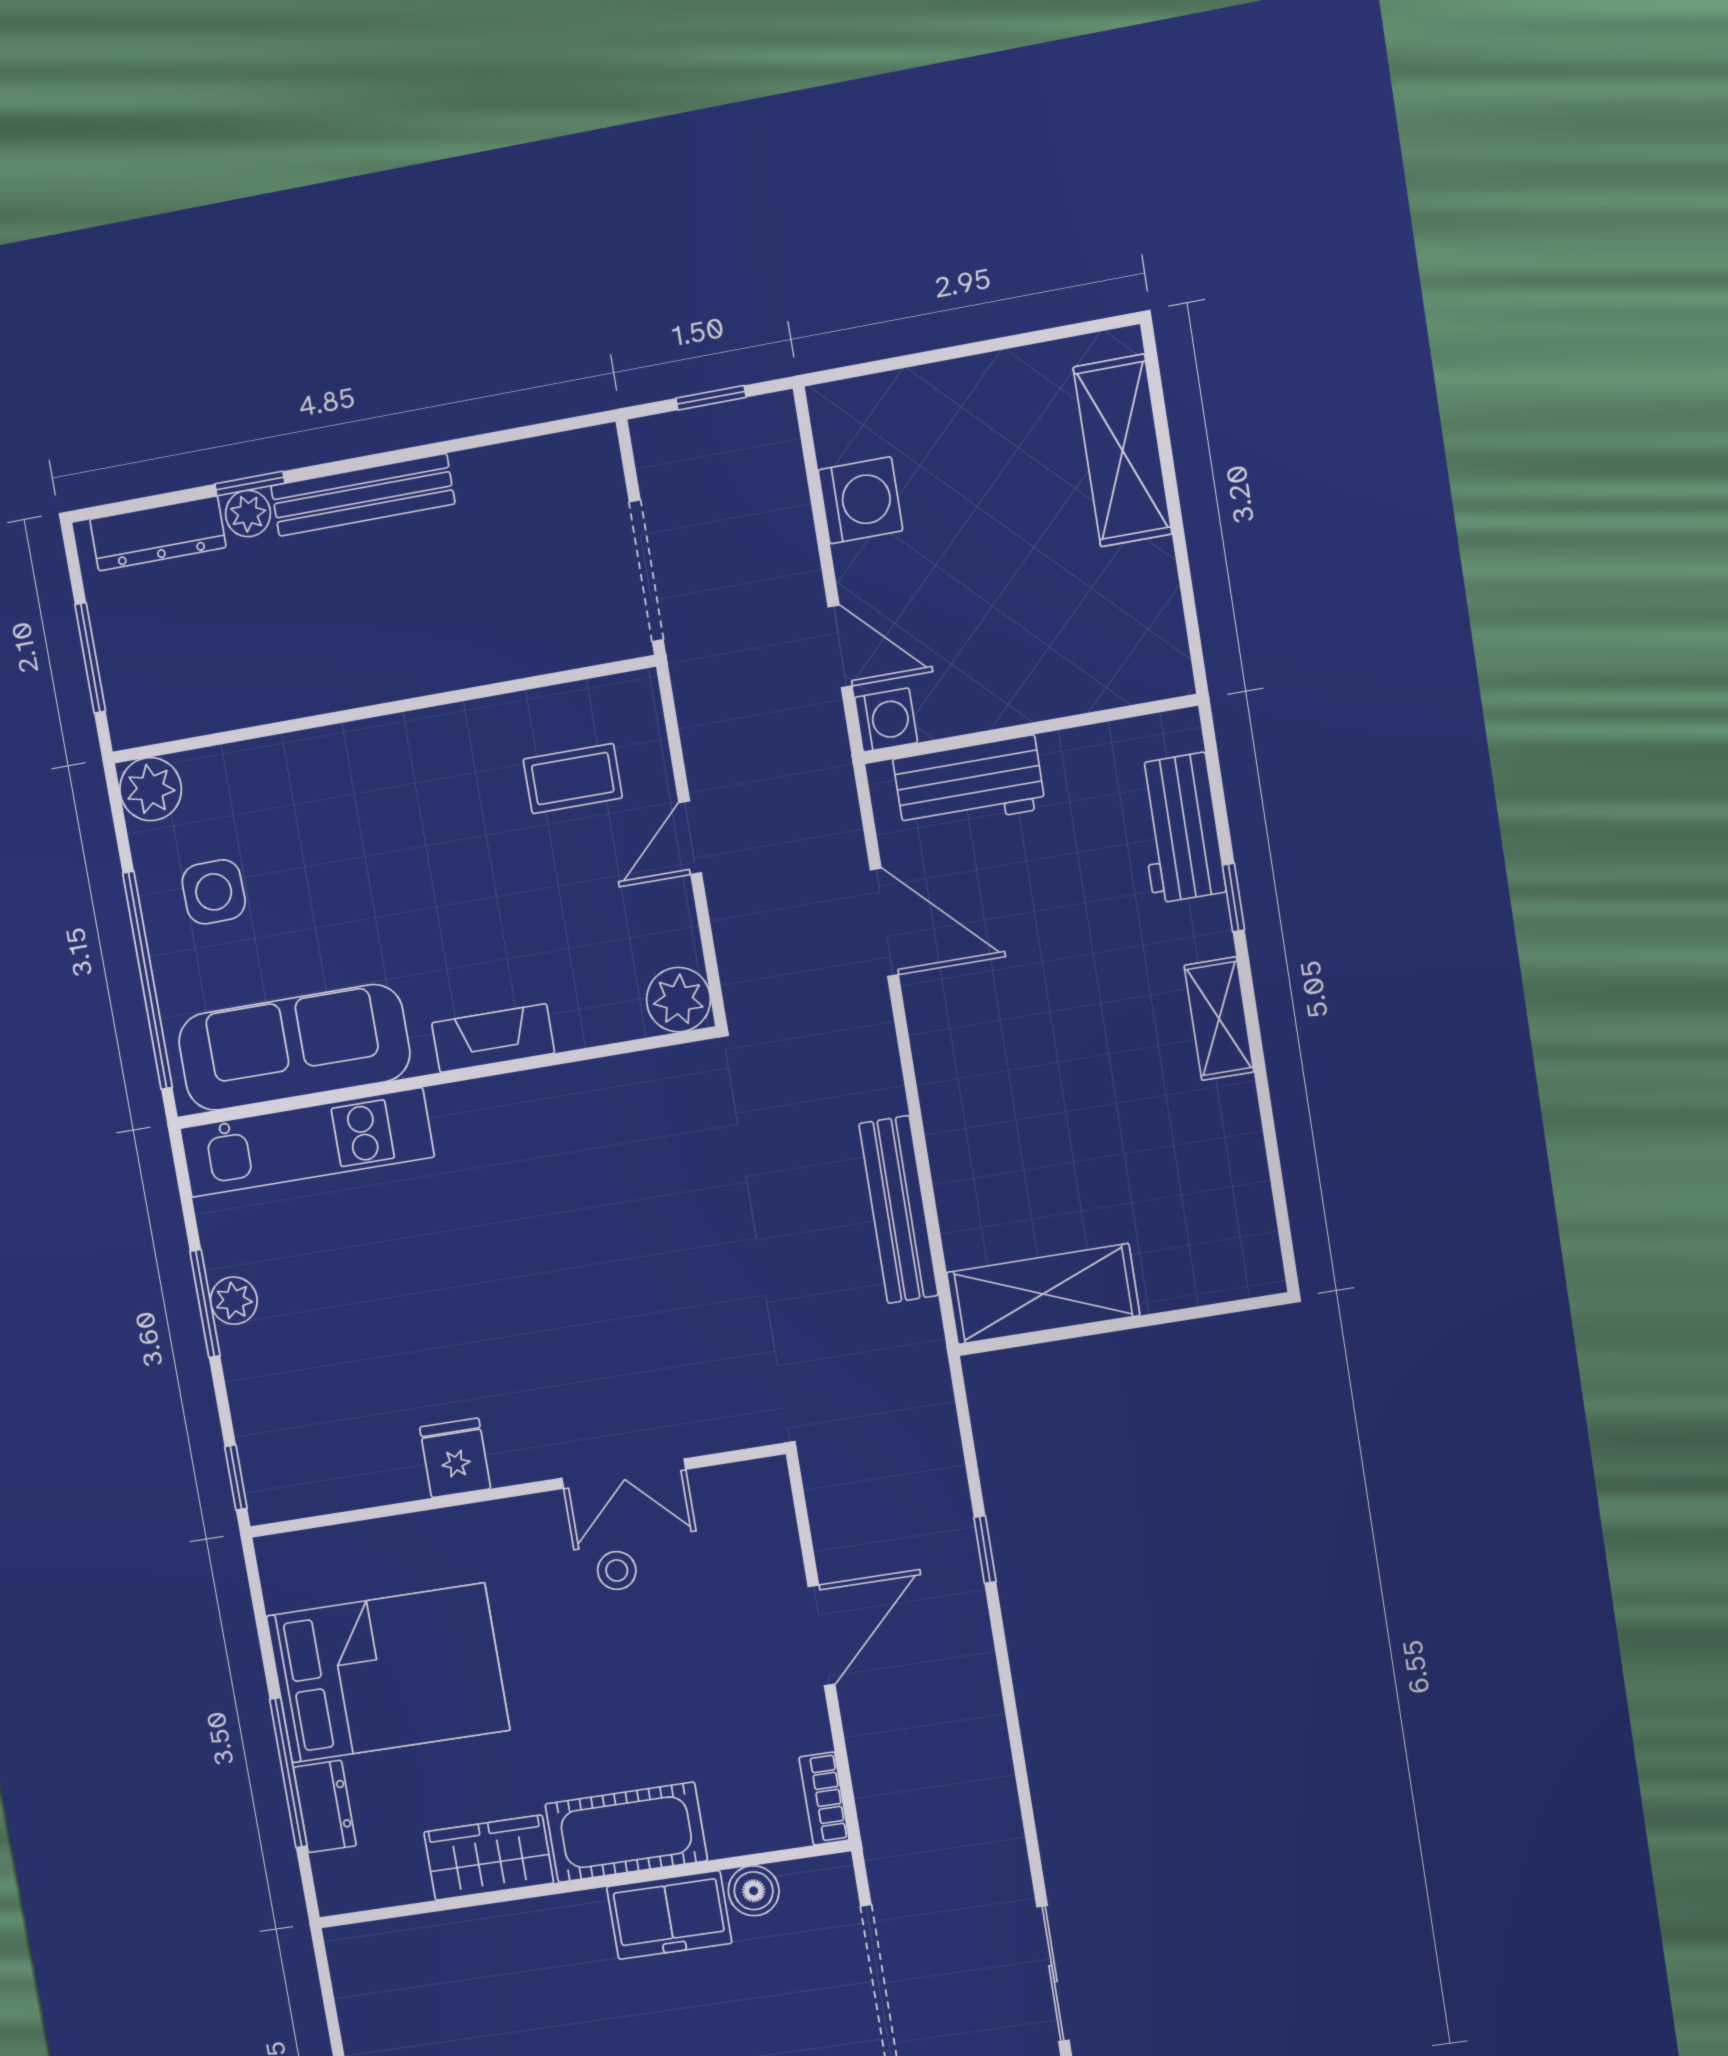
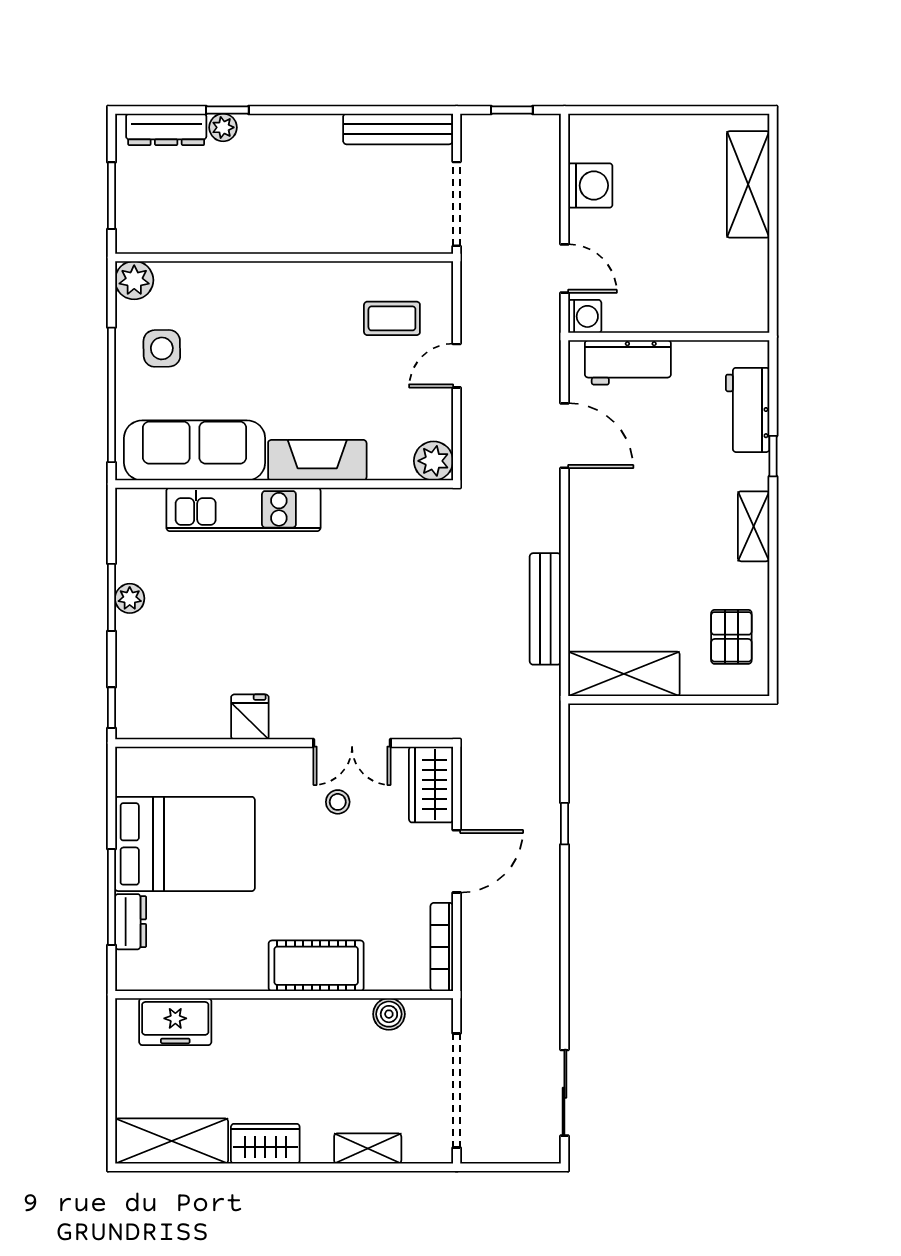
bench: (363, 495) -> (398, 129), moved
fireplace: (493, 1038) -> (317, 460), width x1.37, depth x1.32
kitchen unit: (307, 1143) -> (243, 509), moved
pallet: (1210, 1206) -> (731, 637), added
bookcase: (824, 1799) -> (442, 947), width x1.56
wardrobe: (489, 1858) -> (431, 784), moved, turned -90
freezer: (669, 1915) -> (175, 1022), moved

